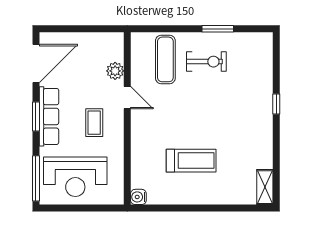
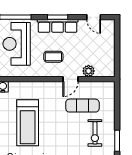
exercise mat: (165, 59) -> (82, 106), moved
door: (36, 63) -> (94, 17), width x0.53
treadmill: (191, 161) -> (28, 123), width x1.37, depth x1.38

